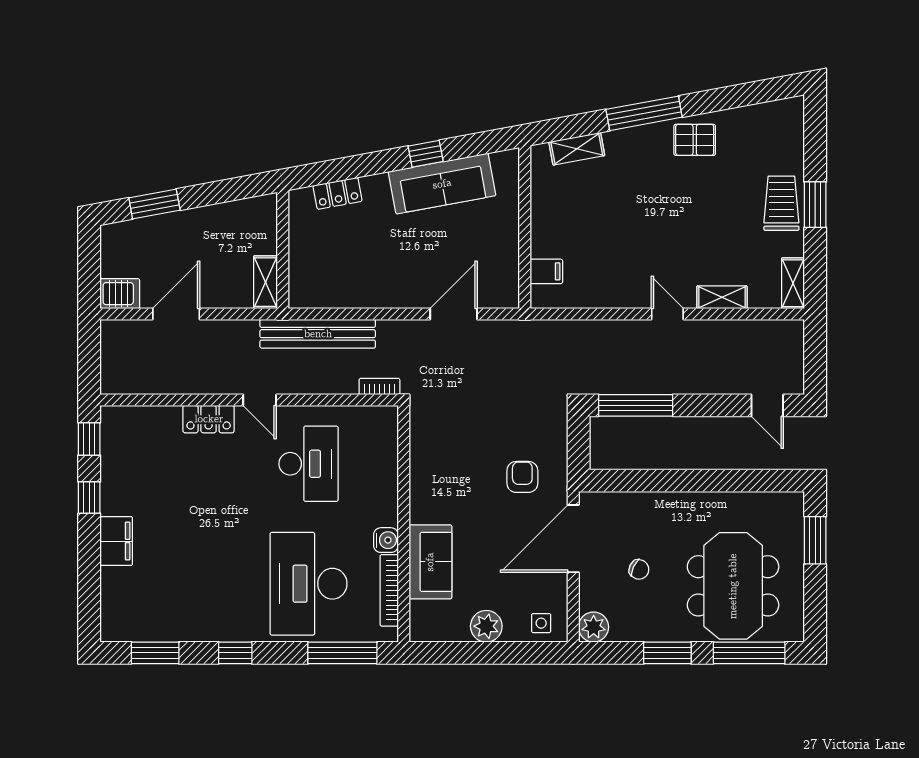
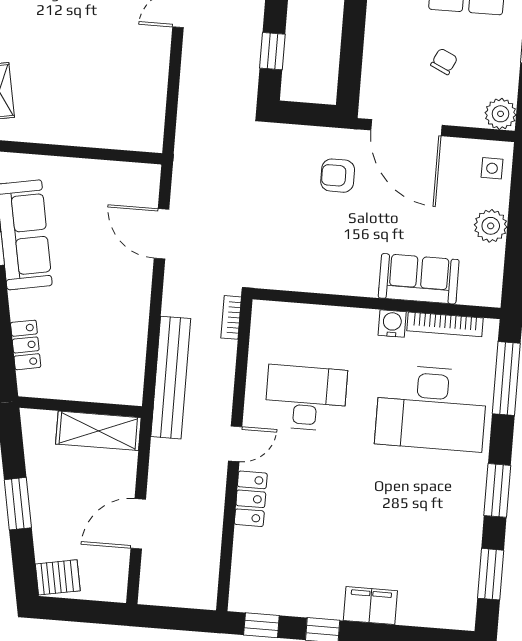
window: (154, 204) -> (18, 504), moved
filing cabinet: (546, 271) -> (125, 133), removed
shelving: (265, 282) -> (98, 431), width x1.50, depth x1.33
server rack: (120, 294) -> (58, 577), moved, turned 80
door: (176, 314) -> (138, 524), hinge flipped
window: (636, 405) -> (272, 51), width x0.46
window: (235, 653) -> (497, 490), width x1.50

